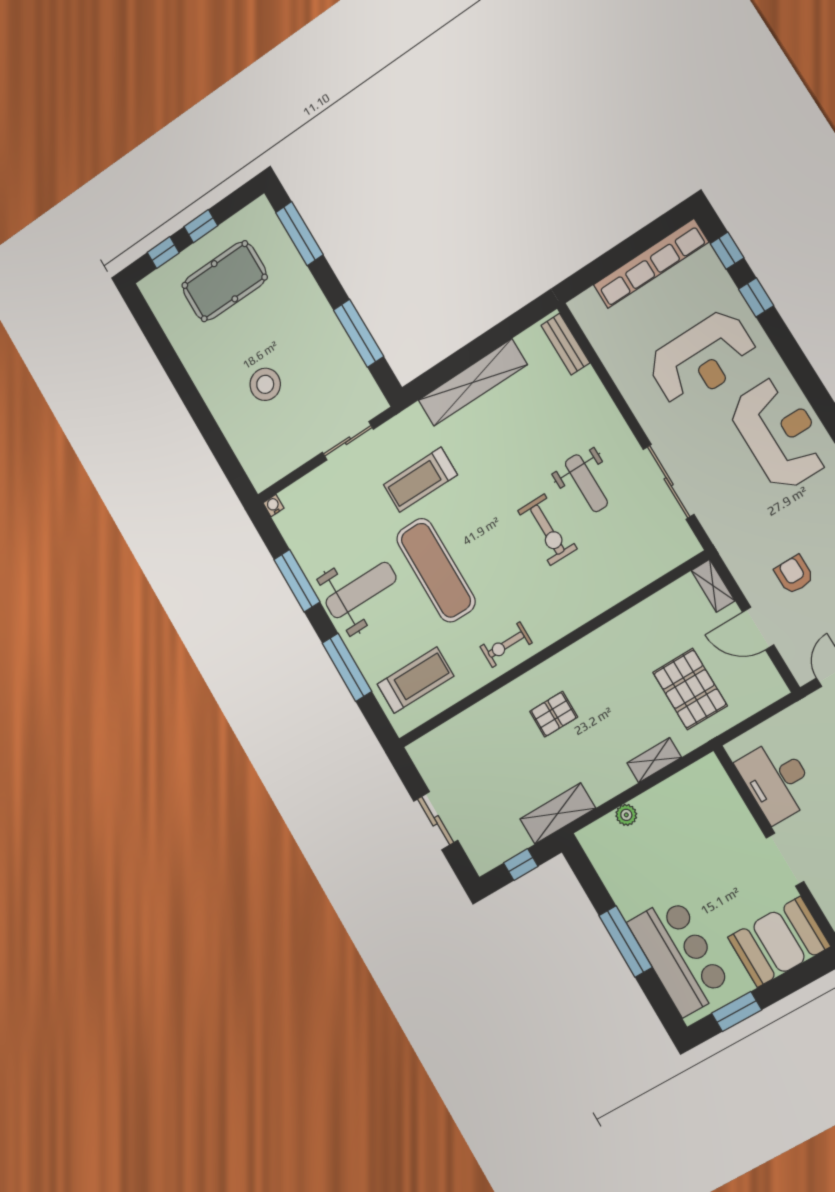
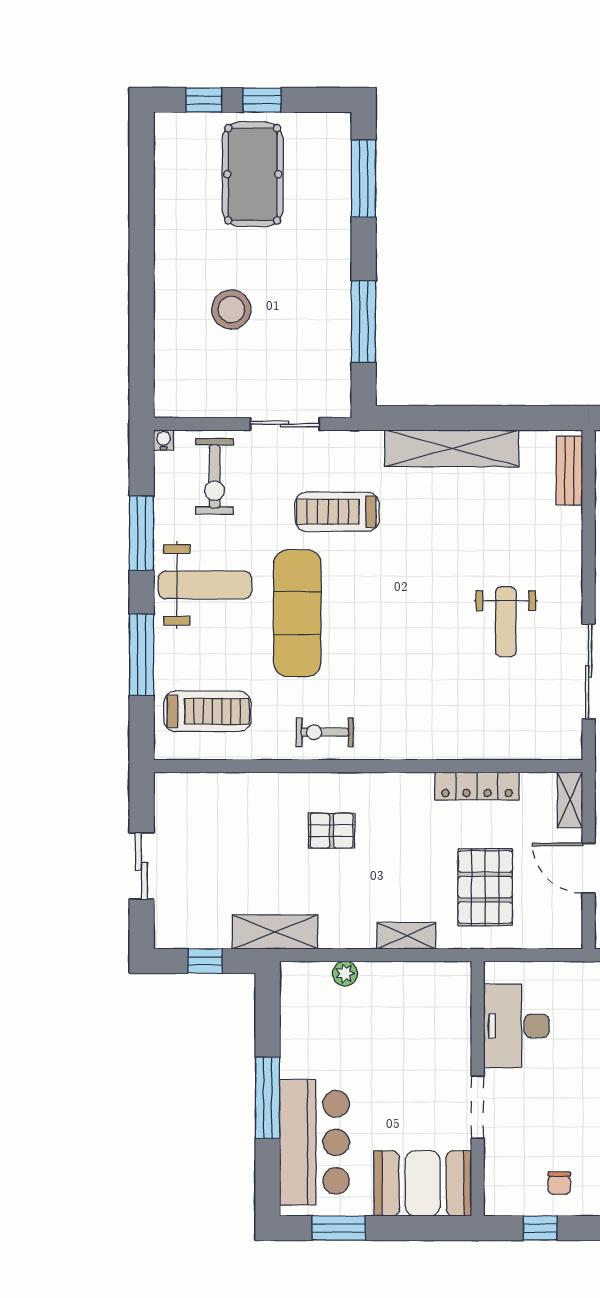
pool table: (224, 281) -> (253, 174), turned 90
exercise bike: (547, 530) -> (214, 476), moved
locker: (639, 617) -> (477, 786), added

